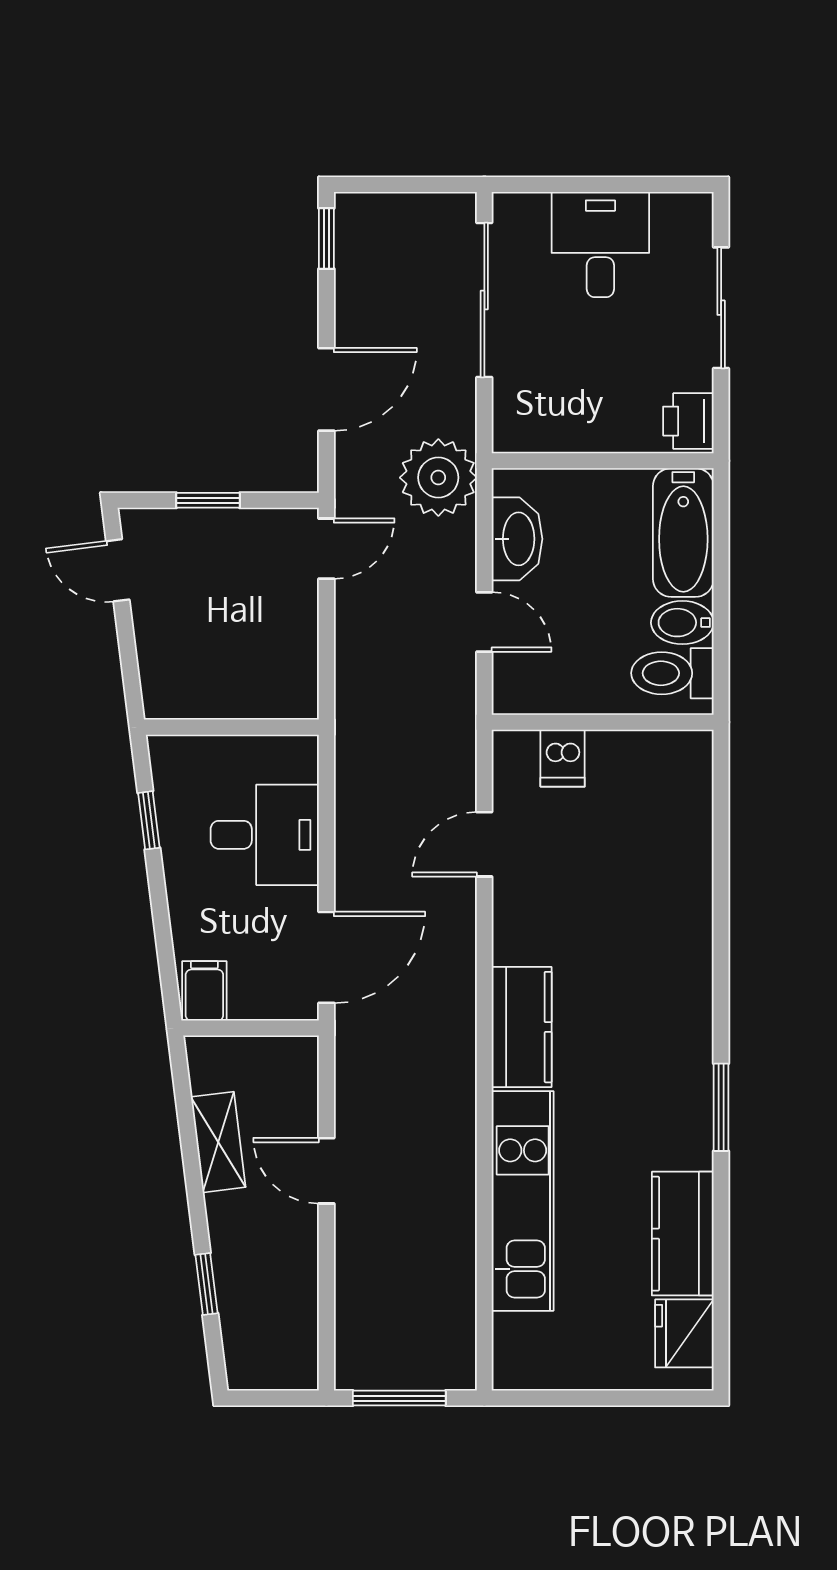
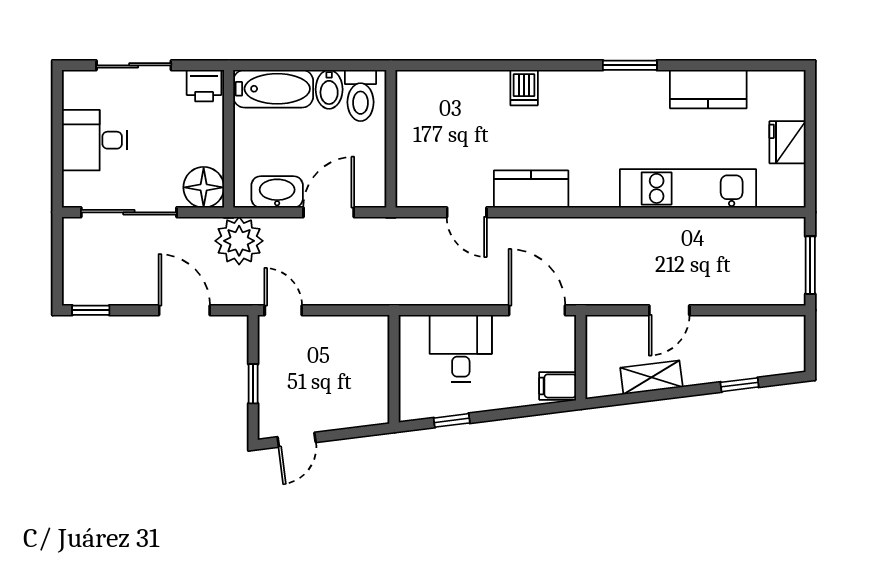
floor lamp: (524, 421) -> (204, 187), added
door: (484, 622) -> (329, 212), width x1.38
dishwasher: (563, 758) -> (524, 88), moved, turned 90
kitchen counter: (522, 1027) -> (531, 189), moved
fridge: (684, 1333) -> (788, 142), moved, turned 90

